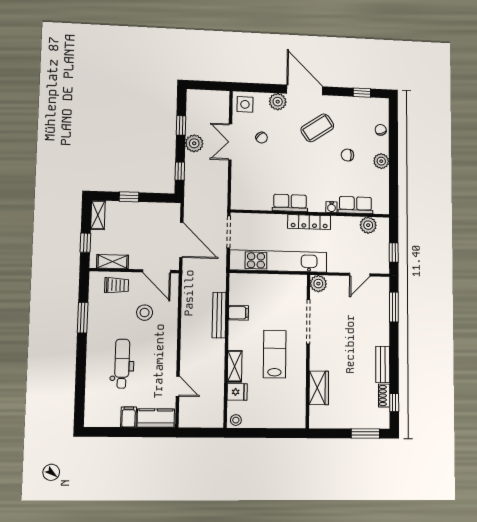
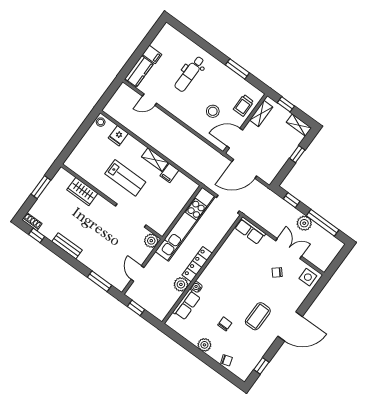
plant: (278, 102) -> (295, 301), removed
window: (181, 125) -> (323, 223), width x2.17
coffee table: (317, 128) -> (258, 316), turned 34
row of seats: (290, 203) -> (250, 231), moved, turned 90
plant: (368, 225) -> (181, 284), moved
bench: (219, 315) -> (177, 159), removed
dental chair: (122, 364) -> (190, 74), turned 90
shelving: (235, 366) -> (155, 160), moved
shoe rack: (384, 396) -> (32, 222), moved
window: (365, 434) -> (41, 187), moved

